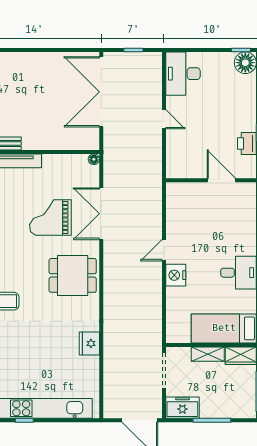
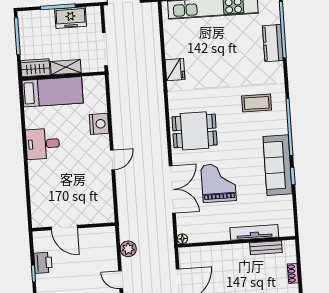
plant: (153, 152) -> (128, 249), added
grand piano: (50, 218) -> (219, 183), turned -90
nightstand: (176, 275) -> (99, 124), moved
freezer: (182, 408) -> (71, 18), moved

